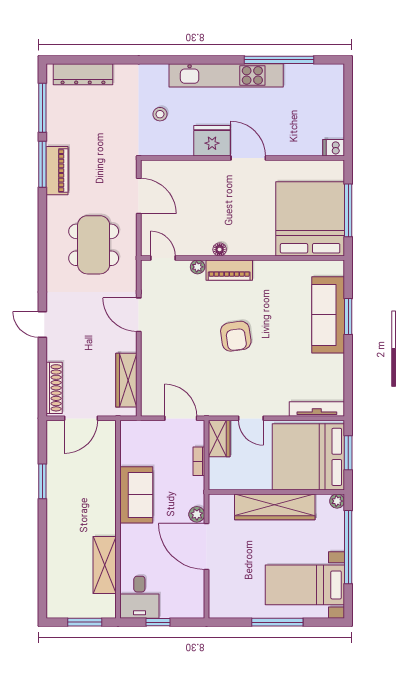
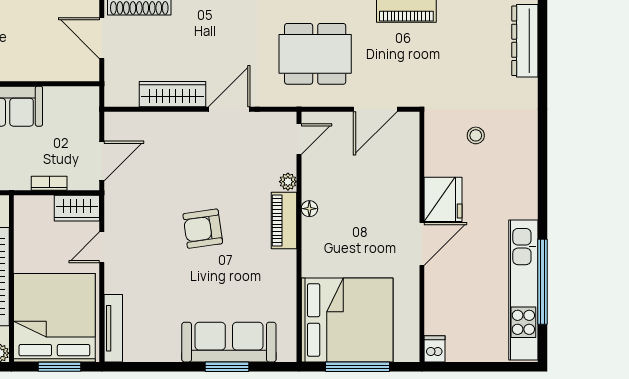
kitchen unit: (226, 75) -> (523, 290), moved
wardrobe: (126, 380) -> (173, 94), moved

